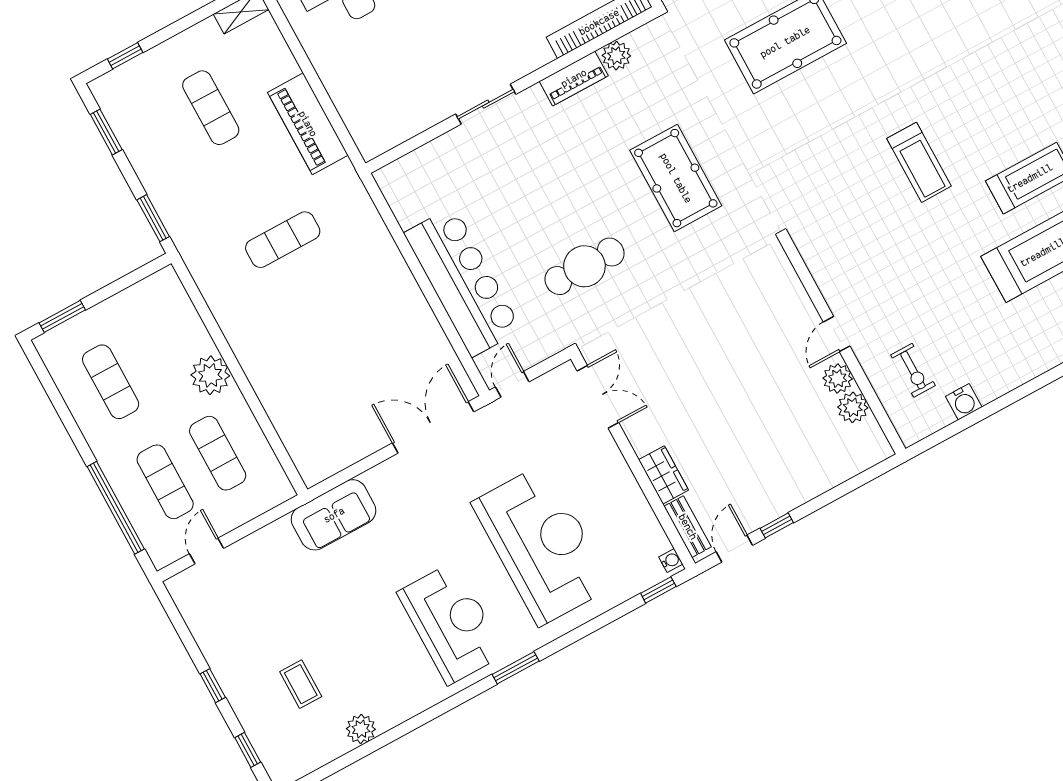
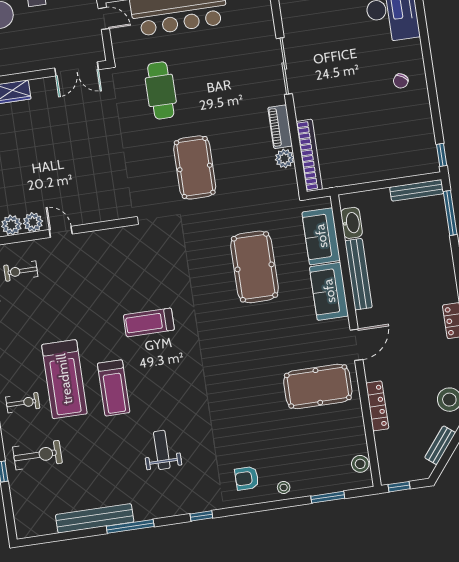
sliding door: (486, 104) -> (284, 66), width x1.37
pool table: (676, 178) -> (195, 167), turned 90

